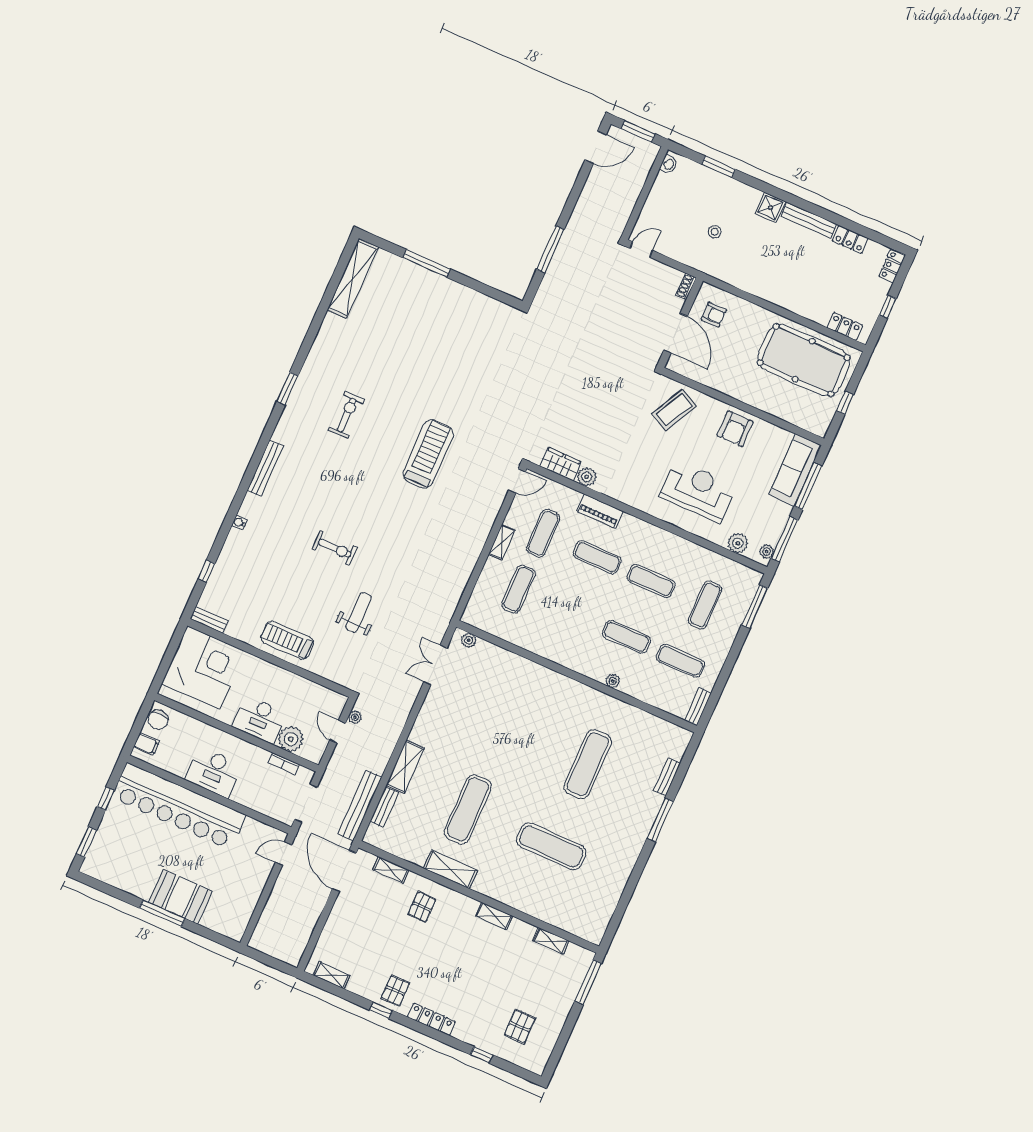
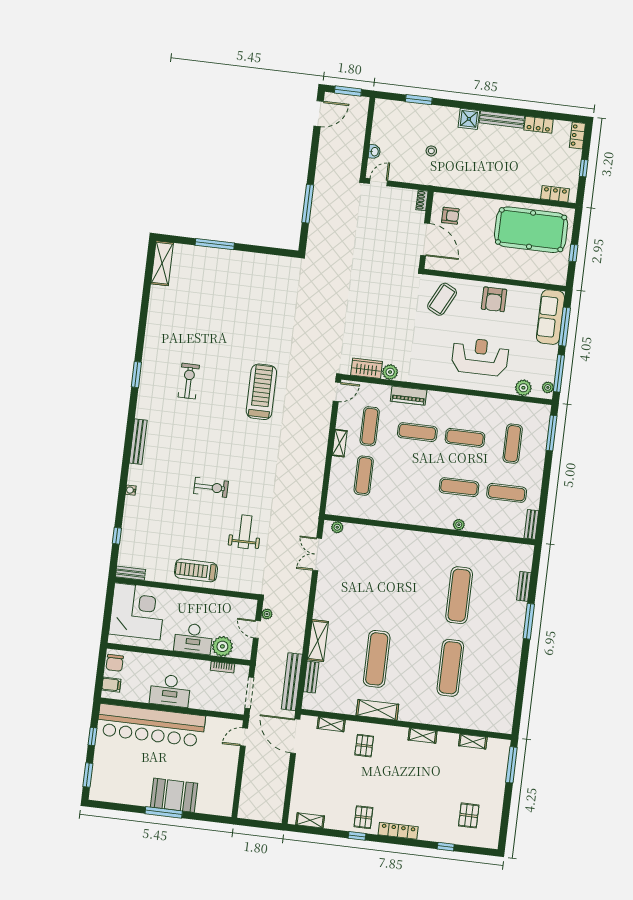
washbasin: (669, 164) -> (374, 152), moved
shelving: (353, 278) -> (162, 263), width x0.68
exercise mat: (551, 846) -> (450, 668), turned 90

